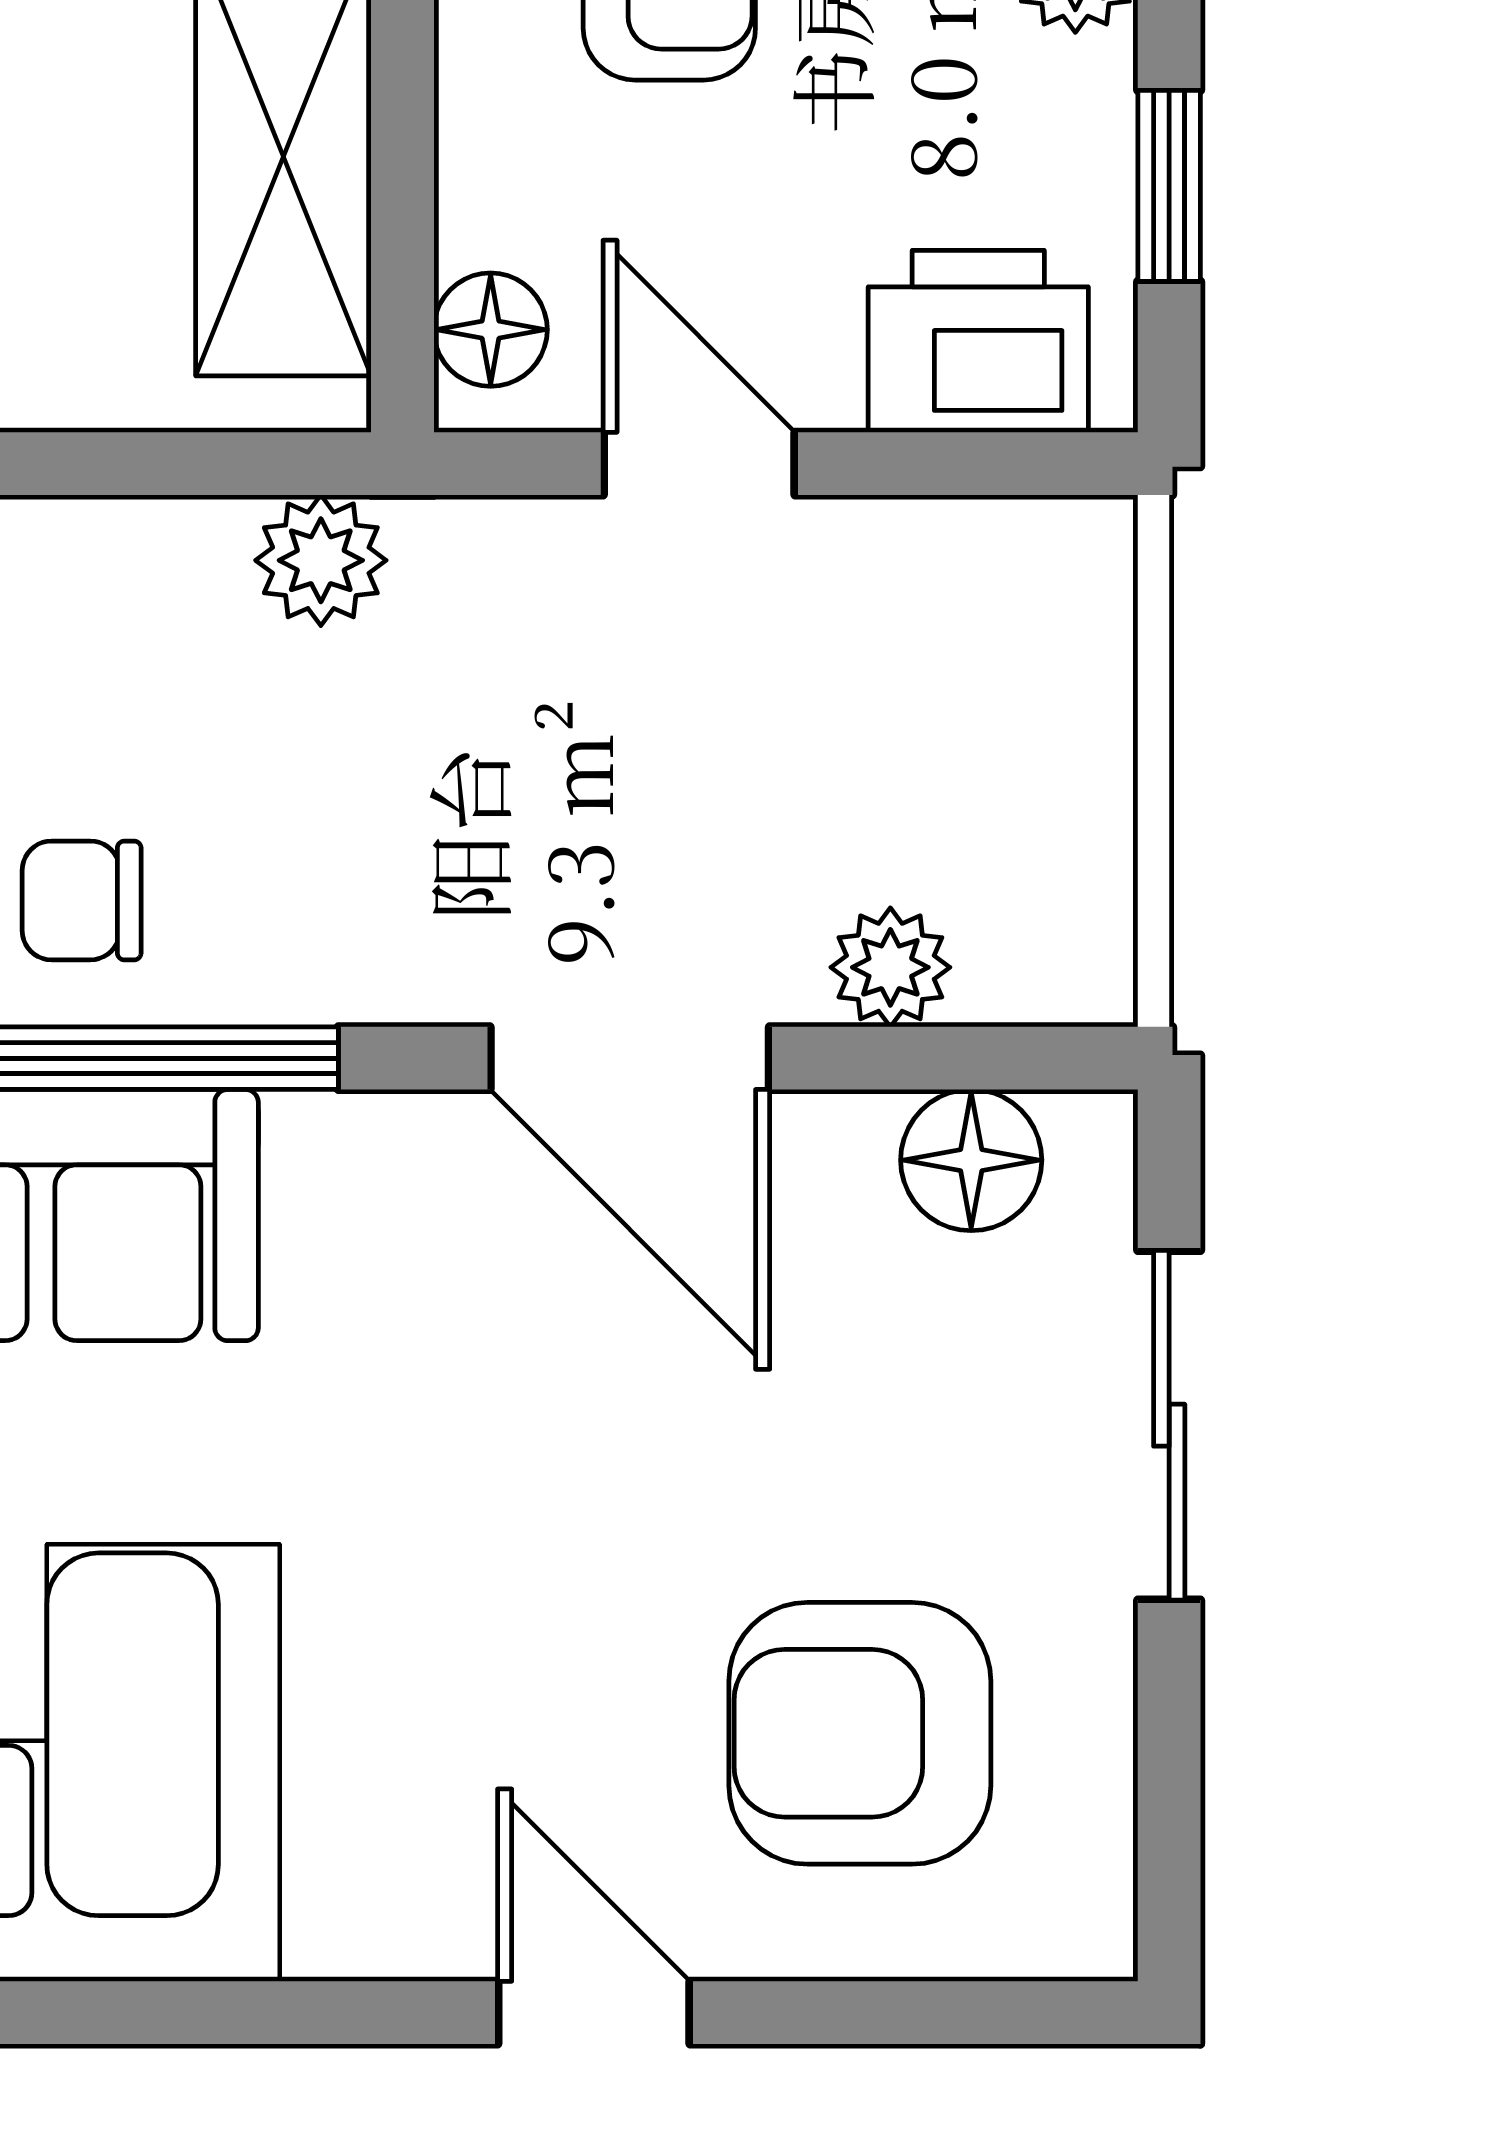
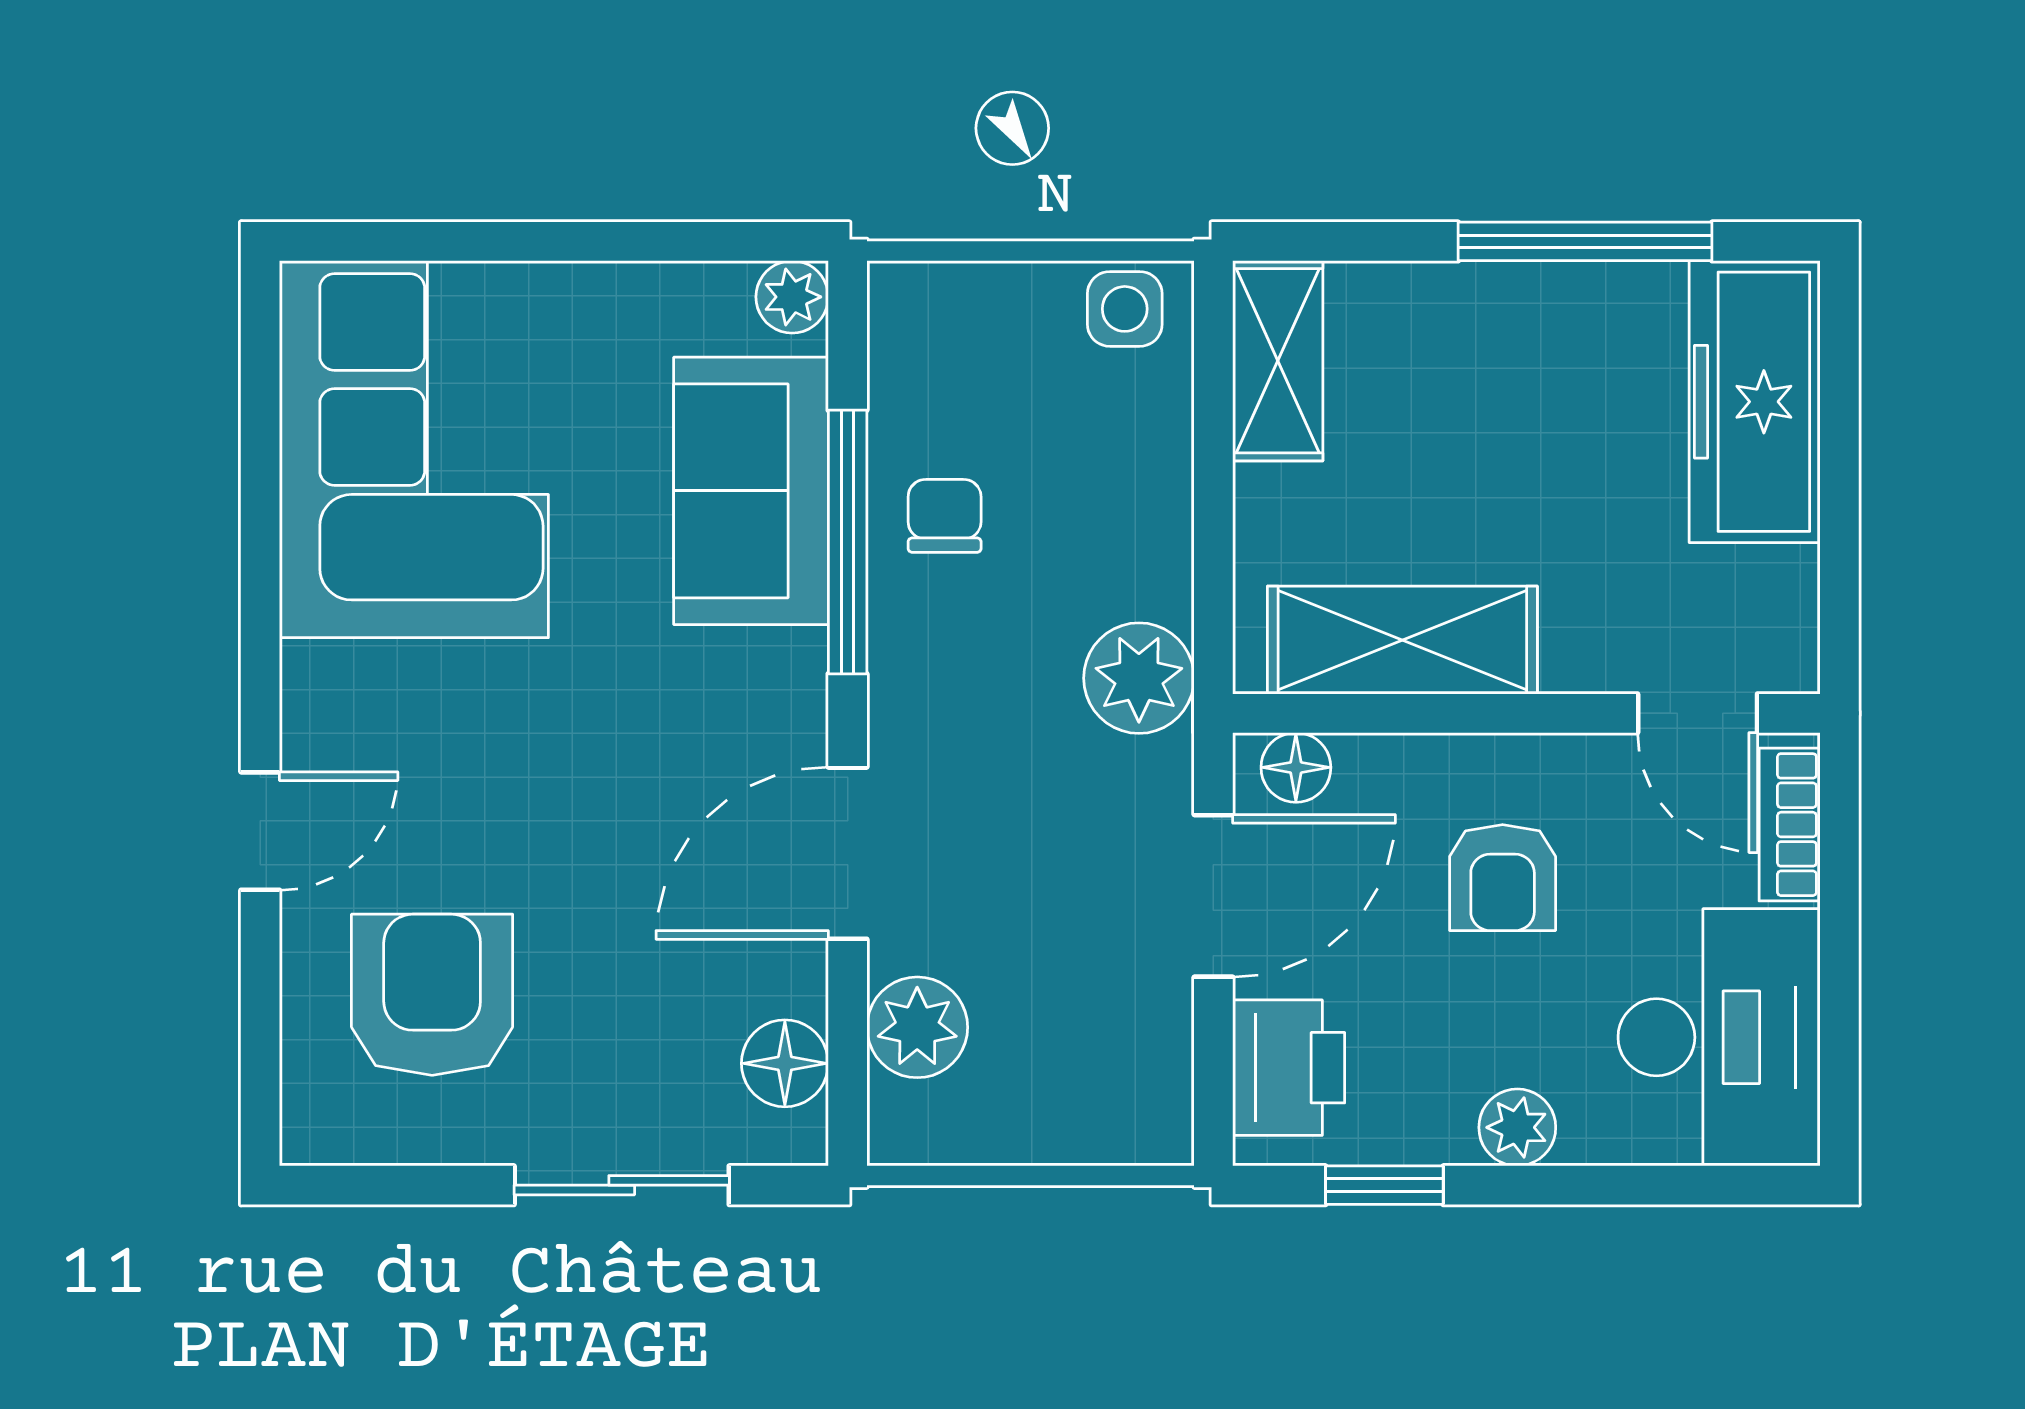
door: (699, 464) -> (1213, 896), width x1.38
plant: (321, 560) -> (1139, 678), width x1.38, depth x1.38
plant: (890, 967) -> (917, 1027), width x1.38, depth x1.38

